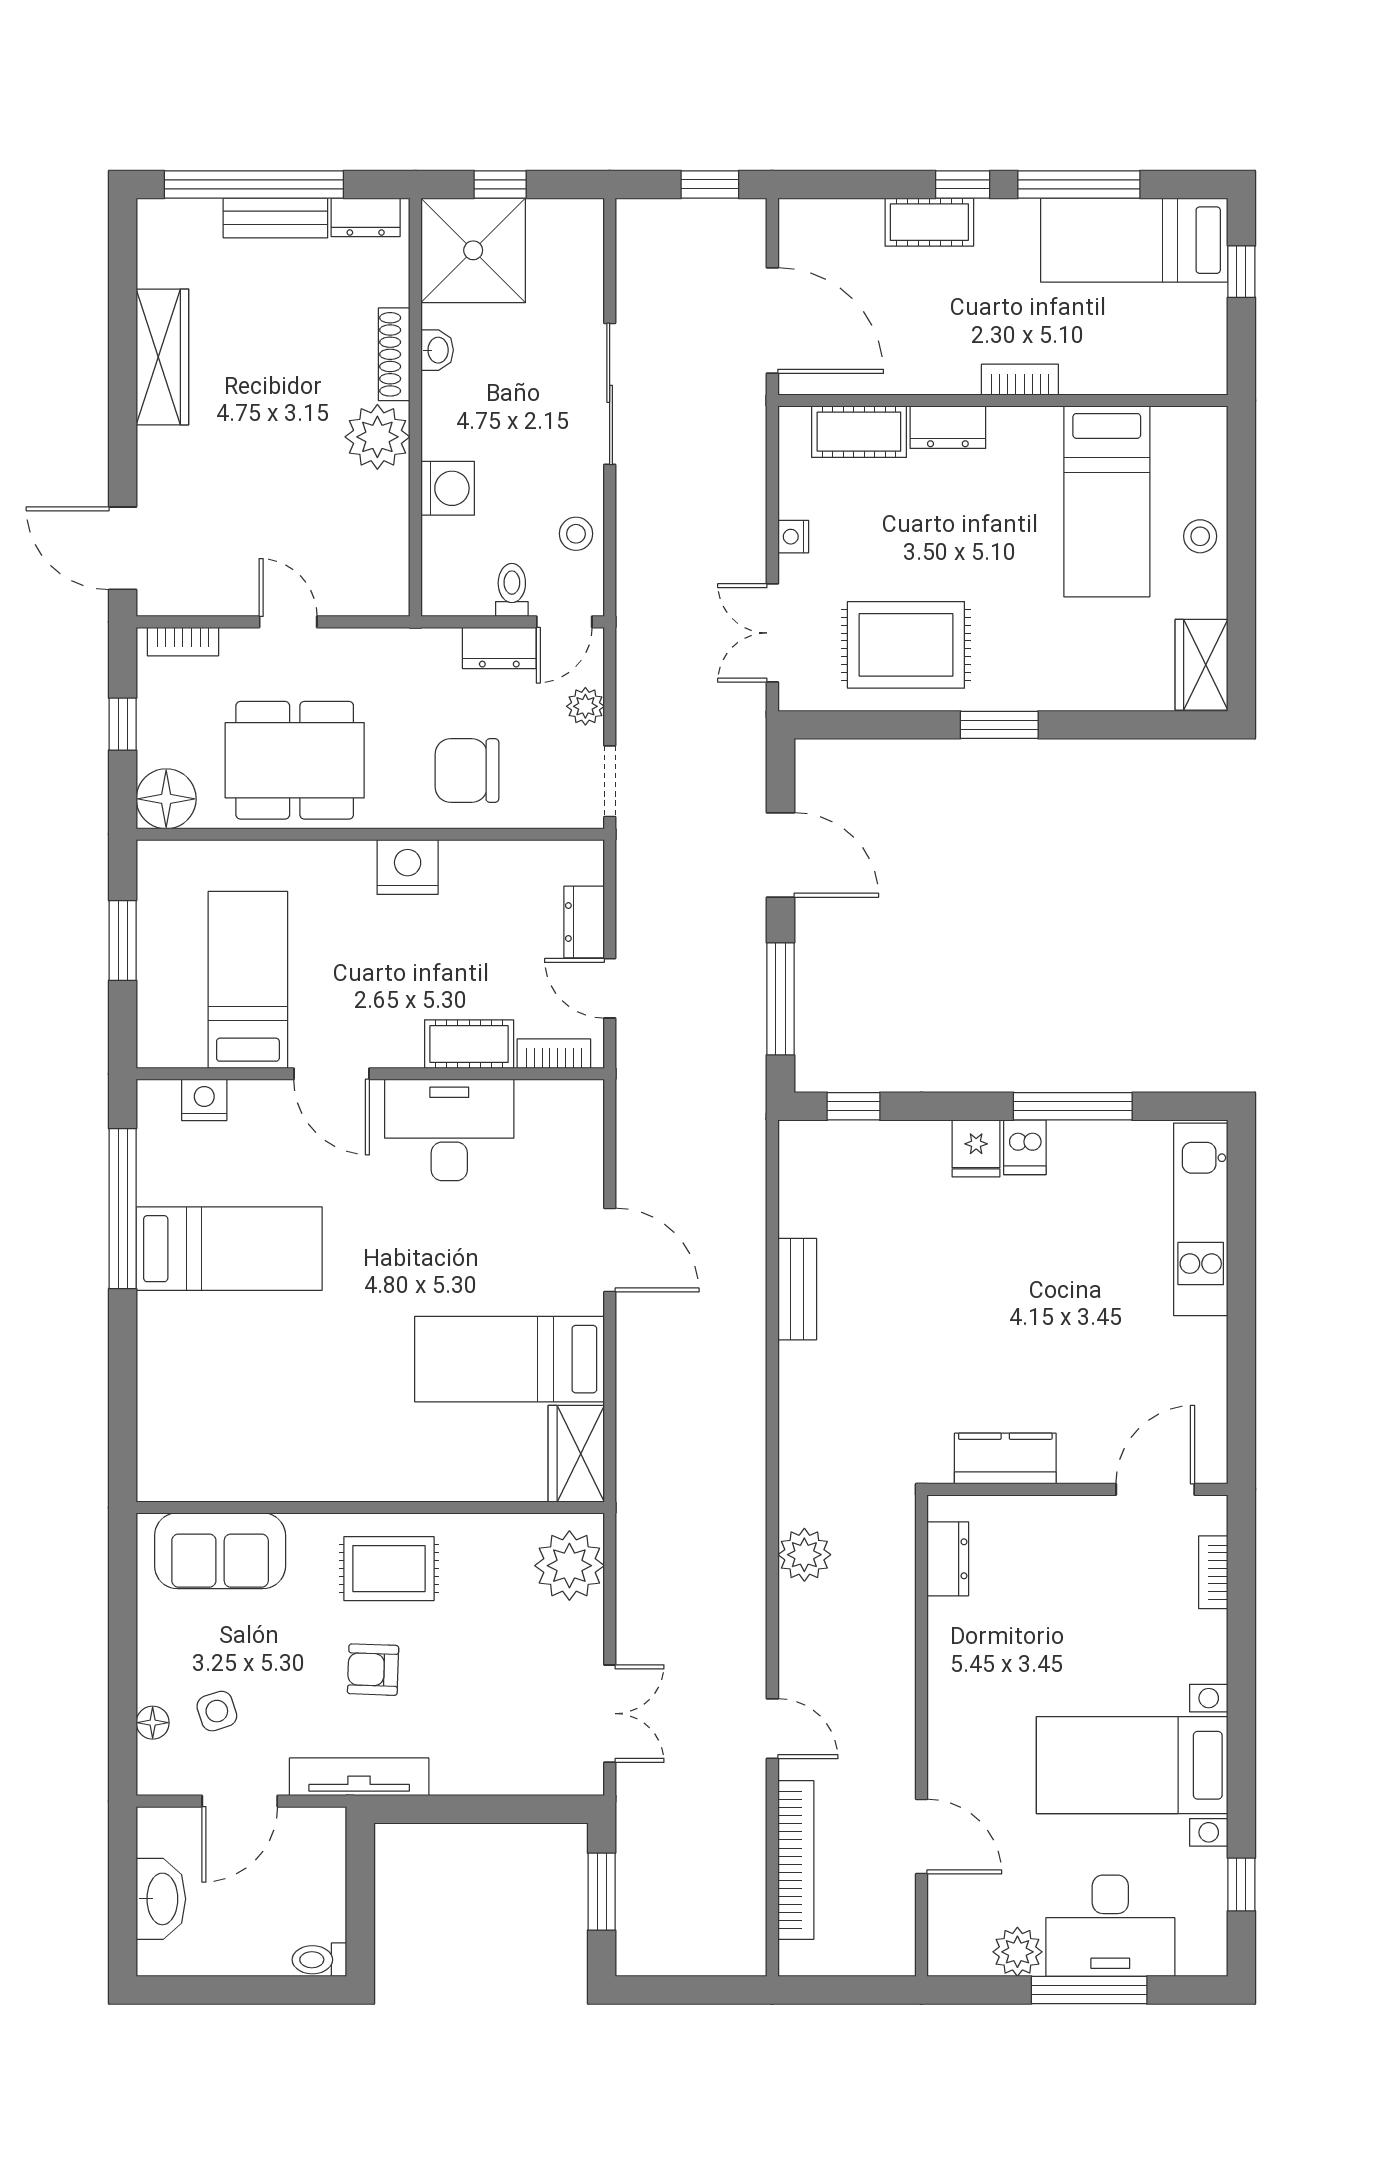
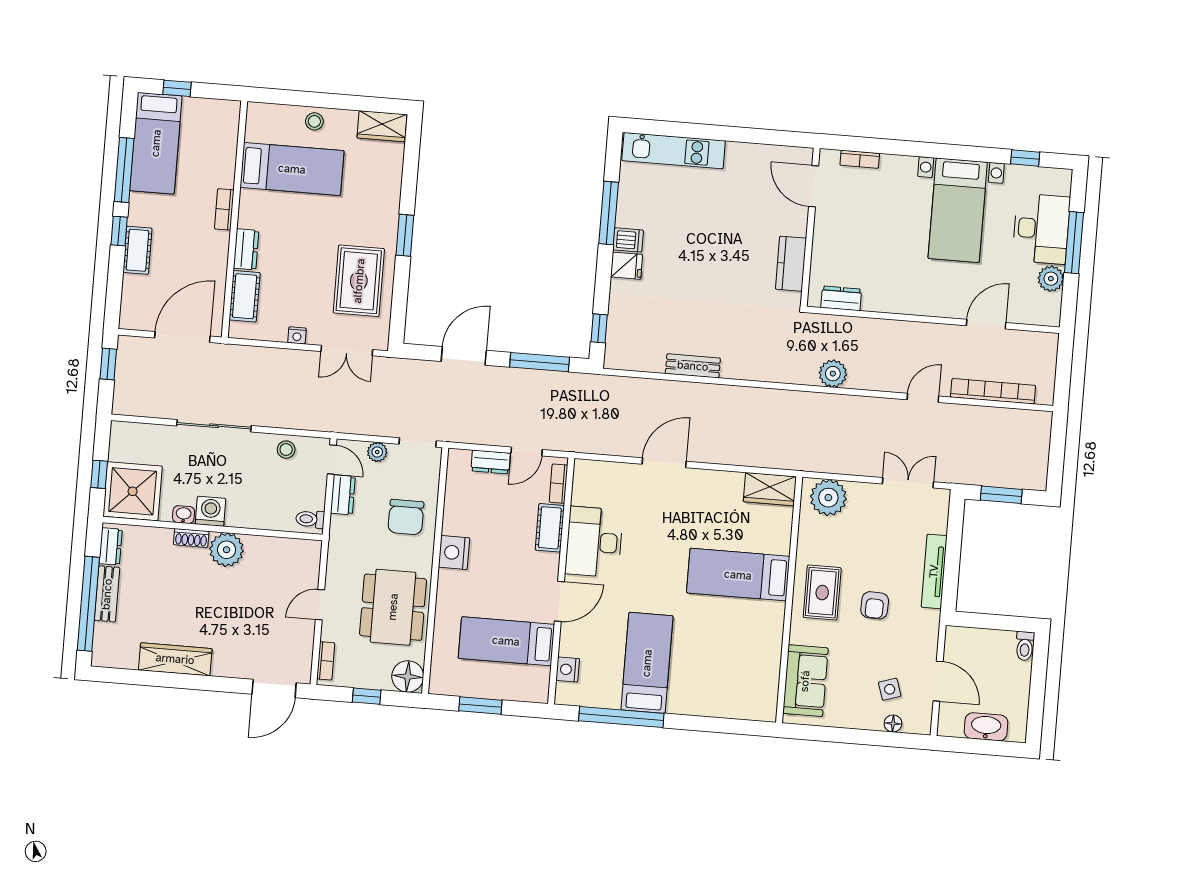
shoe rack: (394, 354) -> (191, 538), width x0.70
washing machine: (448, 488) -> (211, 511), moved
toilet: (512, 590) -> (310, 519), moved
bed: (509, 1359) -> (738, 575), moved, turned 90
tv unit: (359, 1777) -> (934, 571), moved

